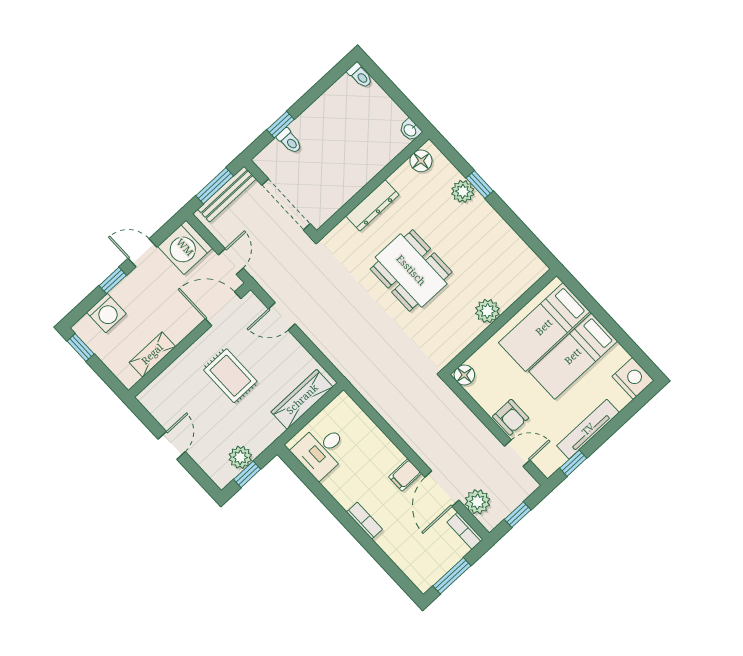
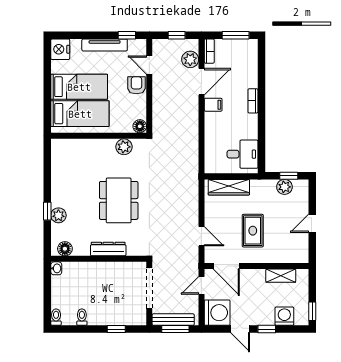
toilet: (289, 141) -> (82, 317), moved
plant: (487, 311) -> (124, 147), moved

